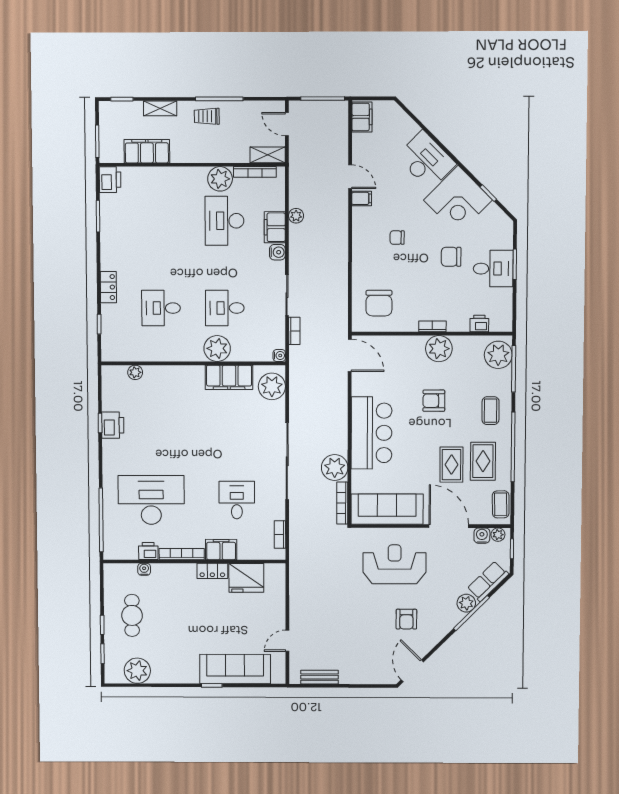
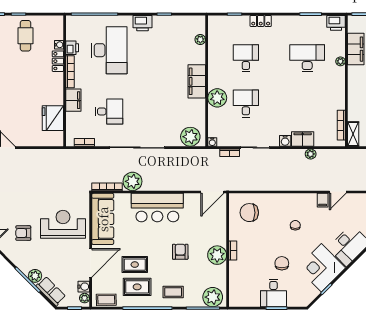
plant: (220, 179) -> (340, 61), moved, width x0.53, depth x0.53
desk: (224, 221) -> (307, 58), moved
printer: (479, 323) -> (235, 284), removed
filing cabinet: (229, 377) -> (197, 81), moved
printer: (113, 425) -> (143, 23), moved
reception desk: (395, 564) -> (63, 224), turned -90
locker: (212, 571) -> (58, 61), moved
cafe table: (132, 615) -> (25, 36), turned 90

